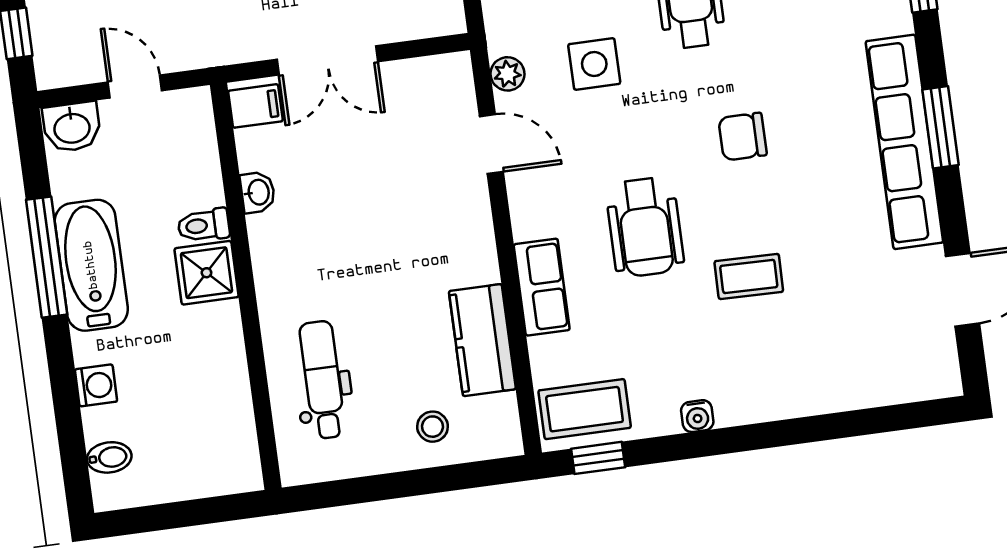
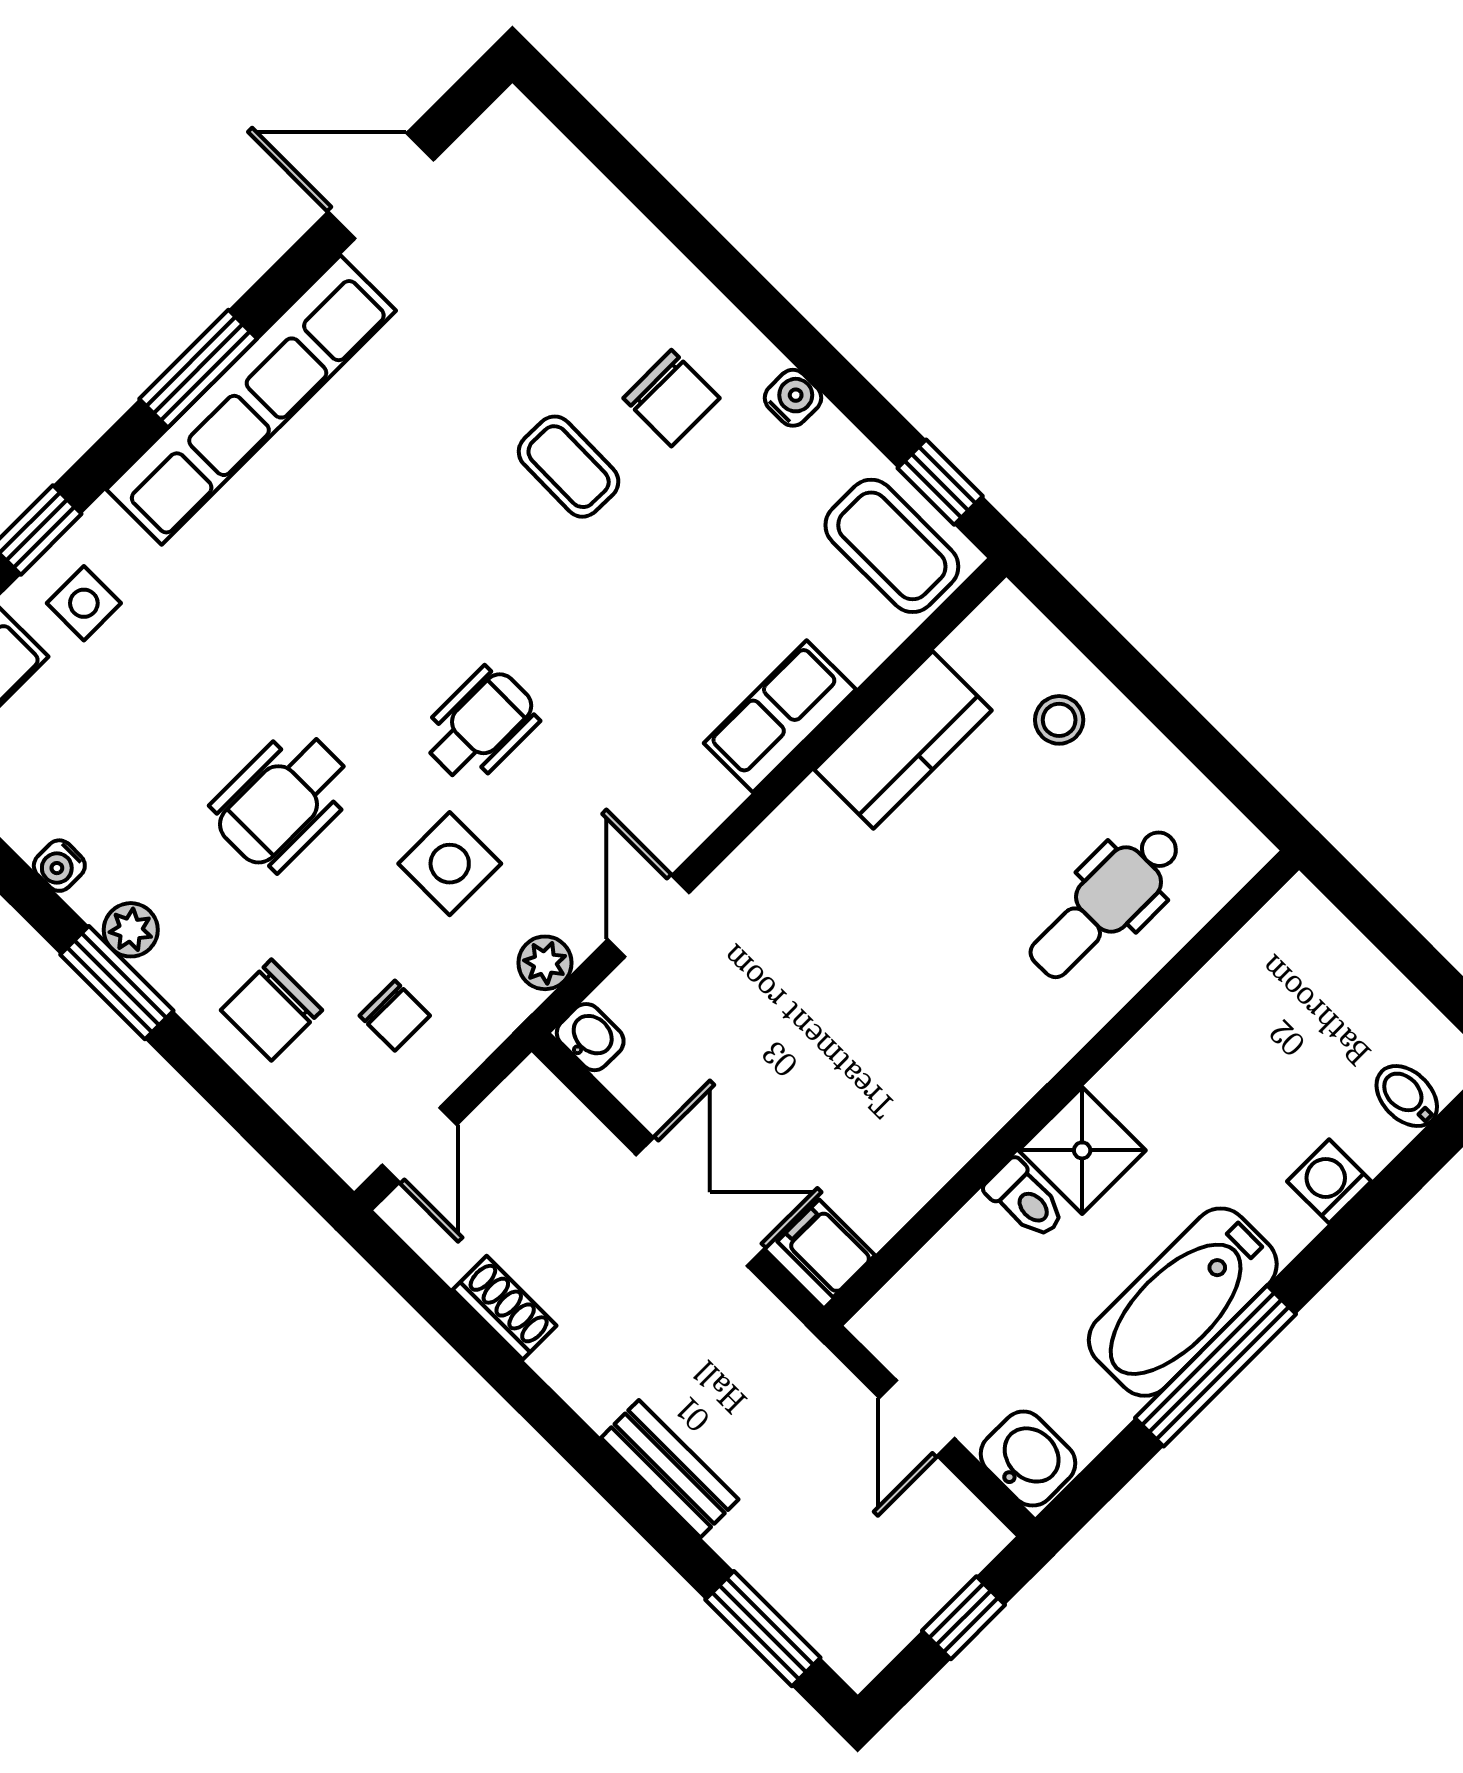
chair: (743, 137) -> (671, 398), moved
washbasin: (258, 192) -> (590, 1037), moved, turned 90
wheelchair: (645, 227) -> (480, 725), moved, width x0.73, depth x0.73

